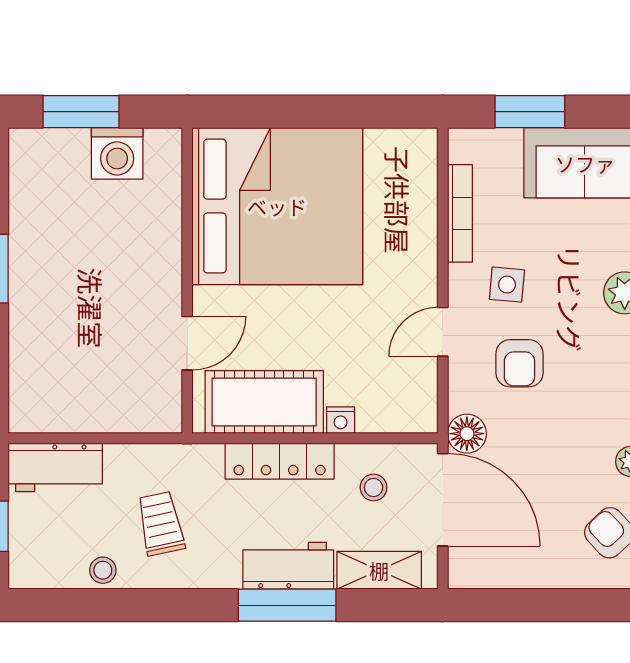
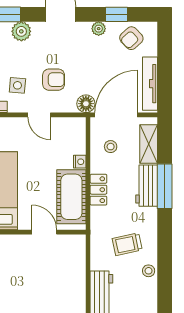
locker: (280, 461) -> (98, 190), width x0.66
tv unit: (511, 573) -> (150, 84), added

